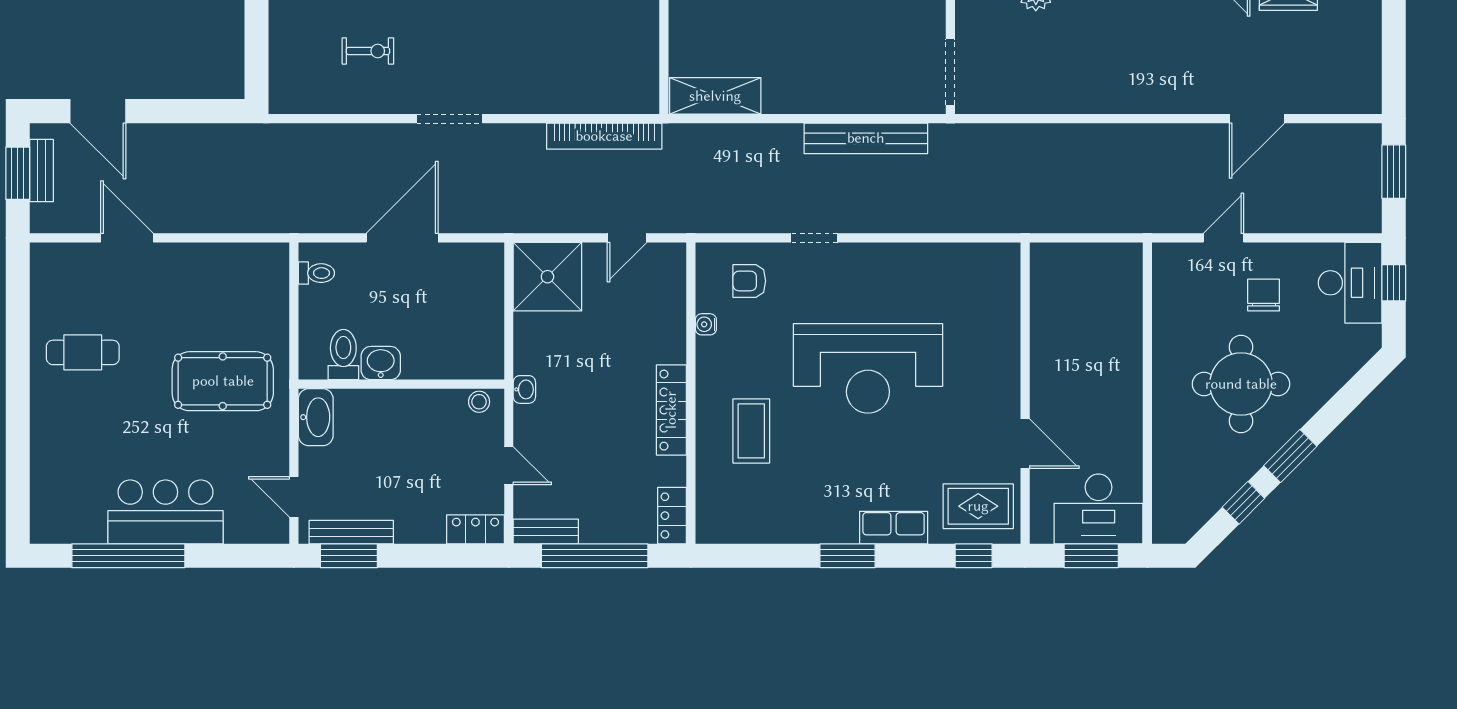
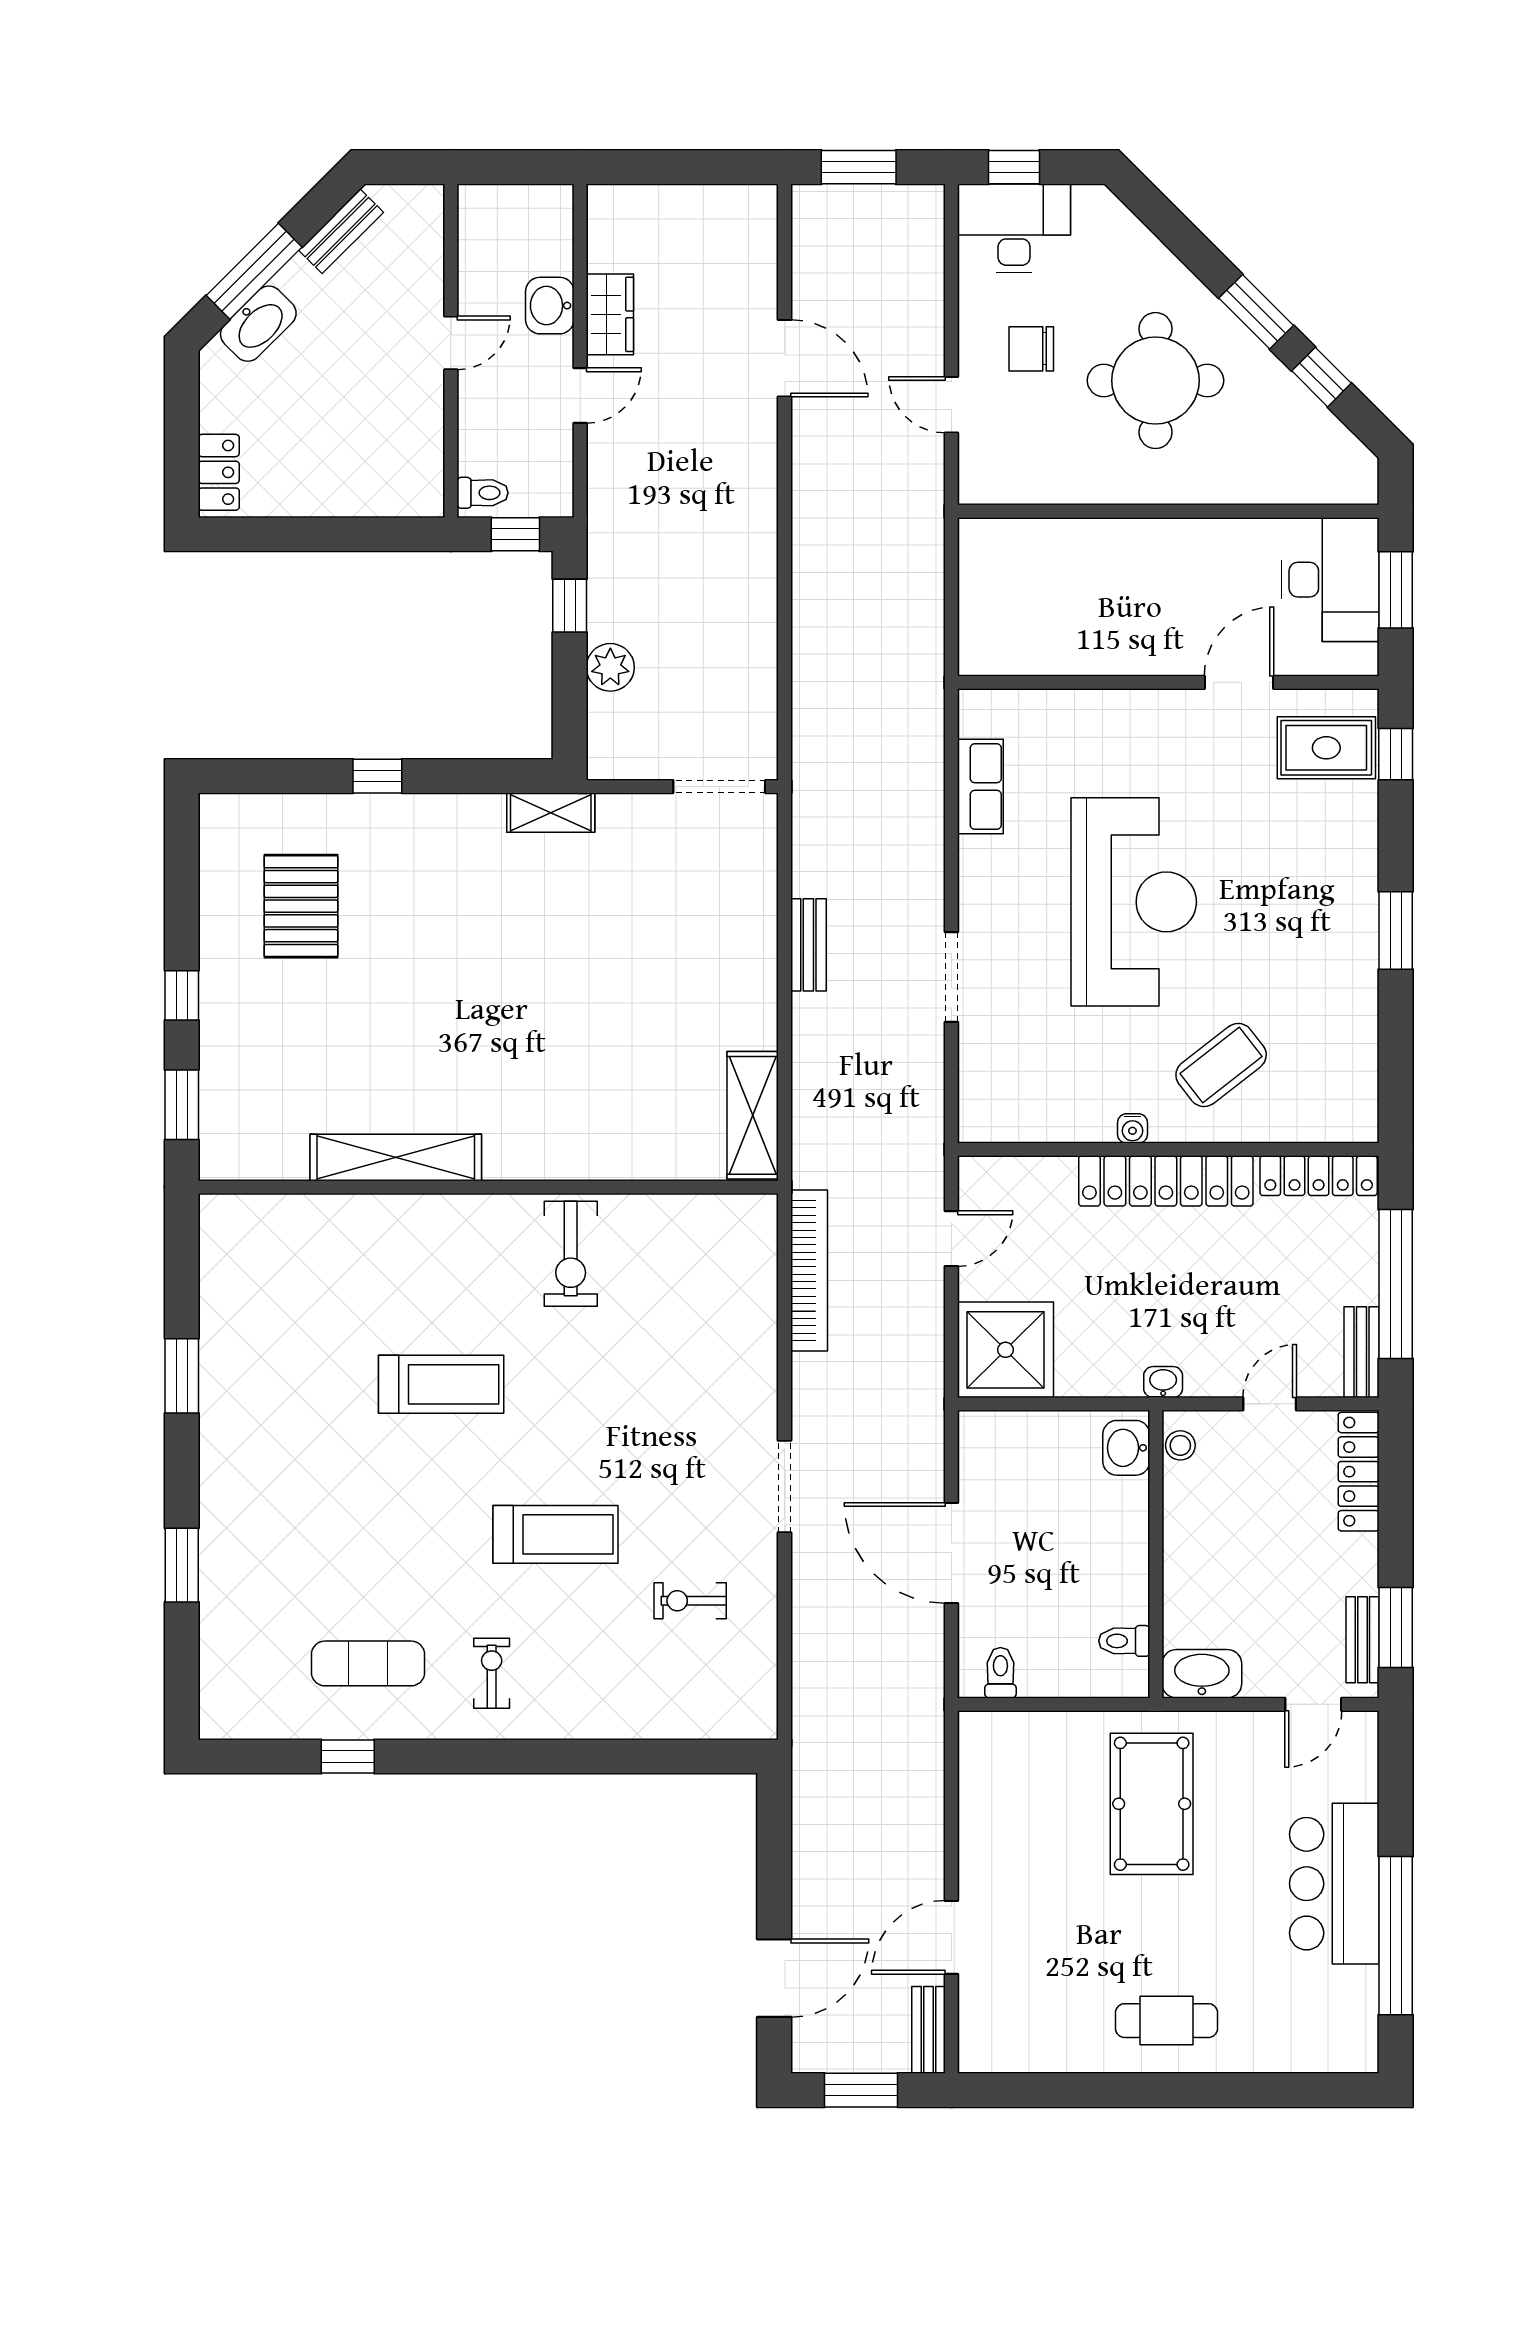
exercise bike: (368, 51) -> (690, 1601), turned -90
bench: (866, 138) -> (808, 945), width x0.54, depth x0.82
bench: (42, 171) -> (928, 2030), moved, turned 90
door: (627, 238) -> (951, 1239), hinge flipped
doorway: (814, 238) -> (951, 977), width x1.38
armchair: (749, 281) -> (1012, 1068), removed
water cooler: (706, 324) -> (1132, 1128), moved
cafe table: (83, 352) -> (1167, 2021), moved, turned 90
toilet: (343, 355) -> (1124, 1641), width x0.73, depth x0.72
washbasin: (381, 363) -> (1126, 1448), moved
locker: (671, 410) -> (1166, 1181), width x1.41, depth x1.21
coffee table: (751, 431) -> (1221, 1065), turned -38
rug: (978, 506) -> (1326, 748), turned 90
locker: (672, 516) -> (1319, 1176), width x1.53
row of seats: (894, 528) -> (980, 787), moved, turned 180
locker: (475, 529) -> (1359, 1472), width x1.53
bench: (351, 532) -> (1362, 1640), width x0.73

